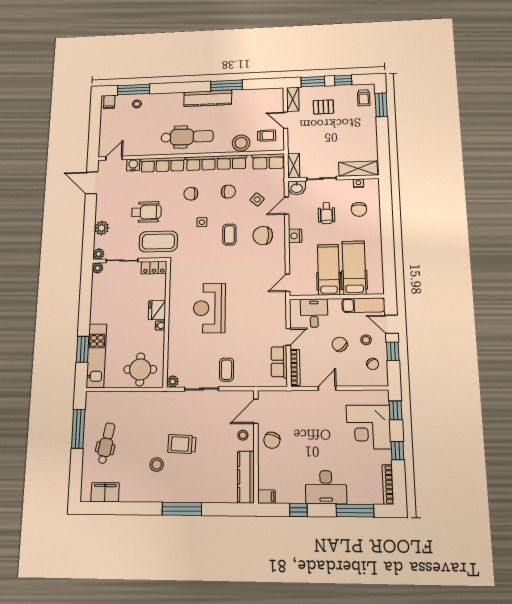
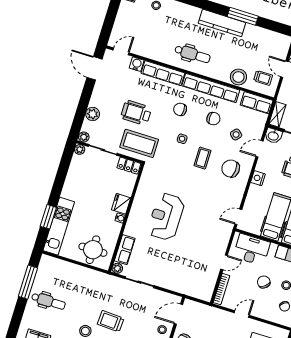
dental chair: (187, 137) -> (192, 54), width x0.73, depth x0.72
wheelchair: (146, 212) -> (136, 113), turned 180
desk: (314, 313) -> (252, 250), width x1.37
row of seats: (279, 362) -> (125, 250), moved, turned 180
coffee table: (227, 370) -> (165, 273), removed
dental chair: (106, 443) -> (48, 301), turned 79

